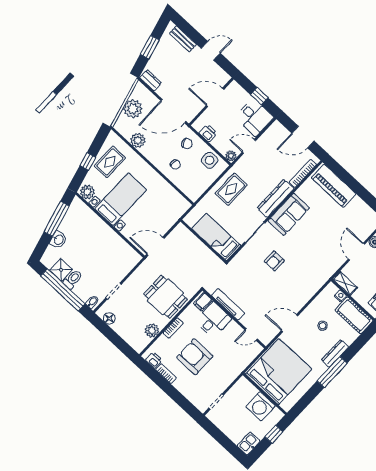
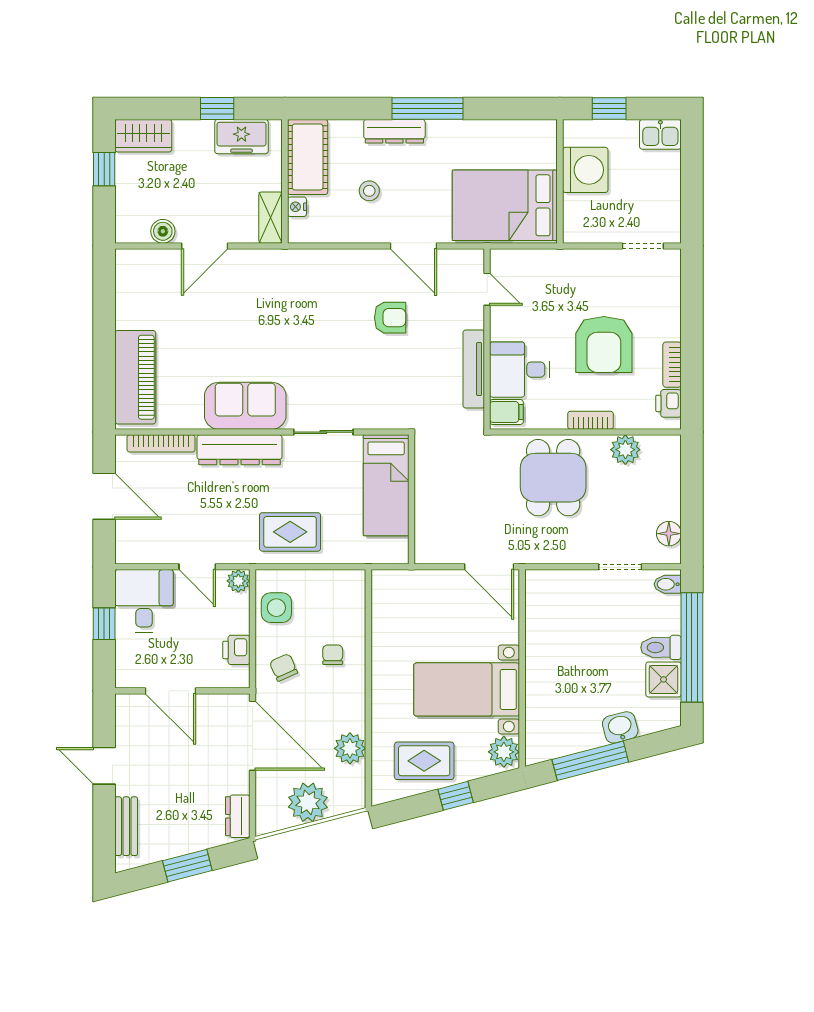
armchair: (274, 261) -> (390, 318), moved
bed: (279, 372) -> (505, 205), width x0.73

